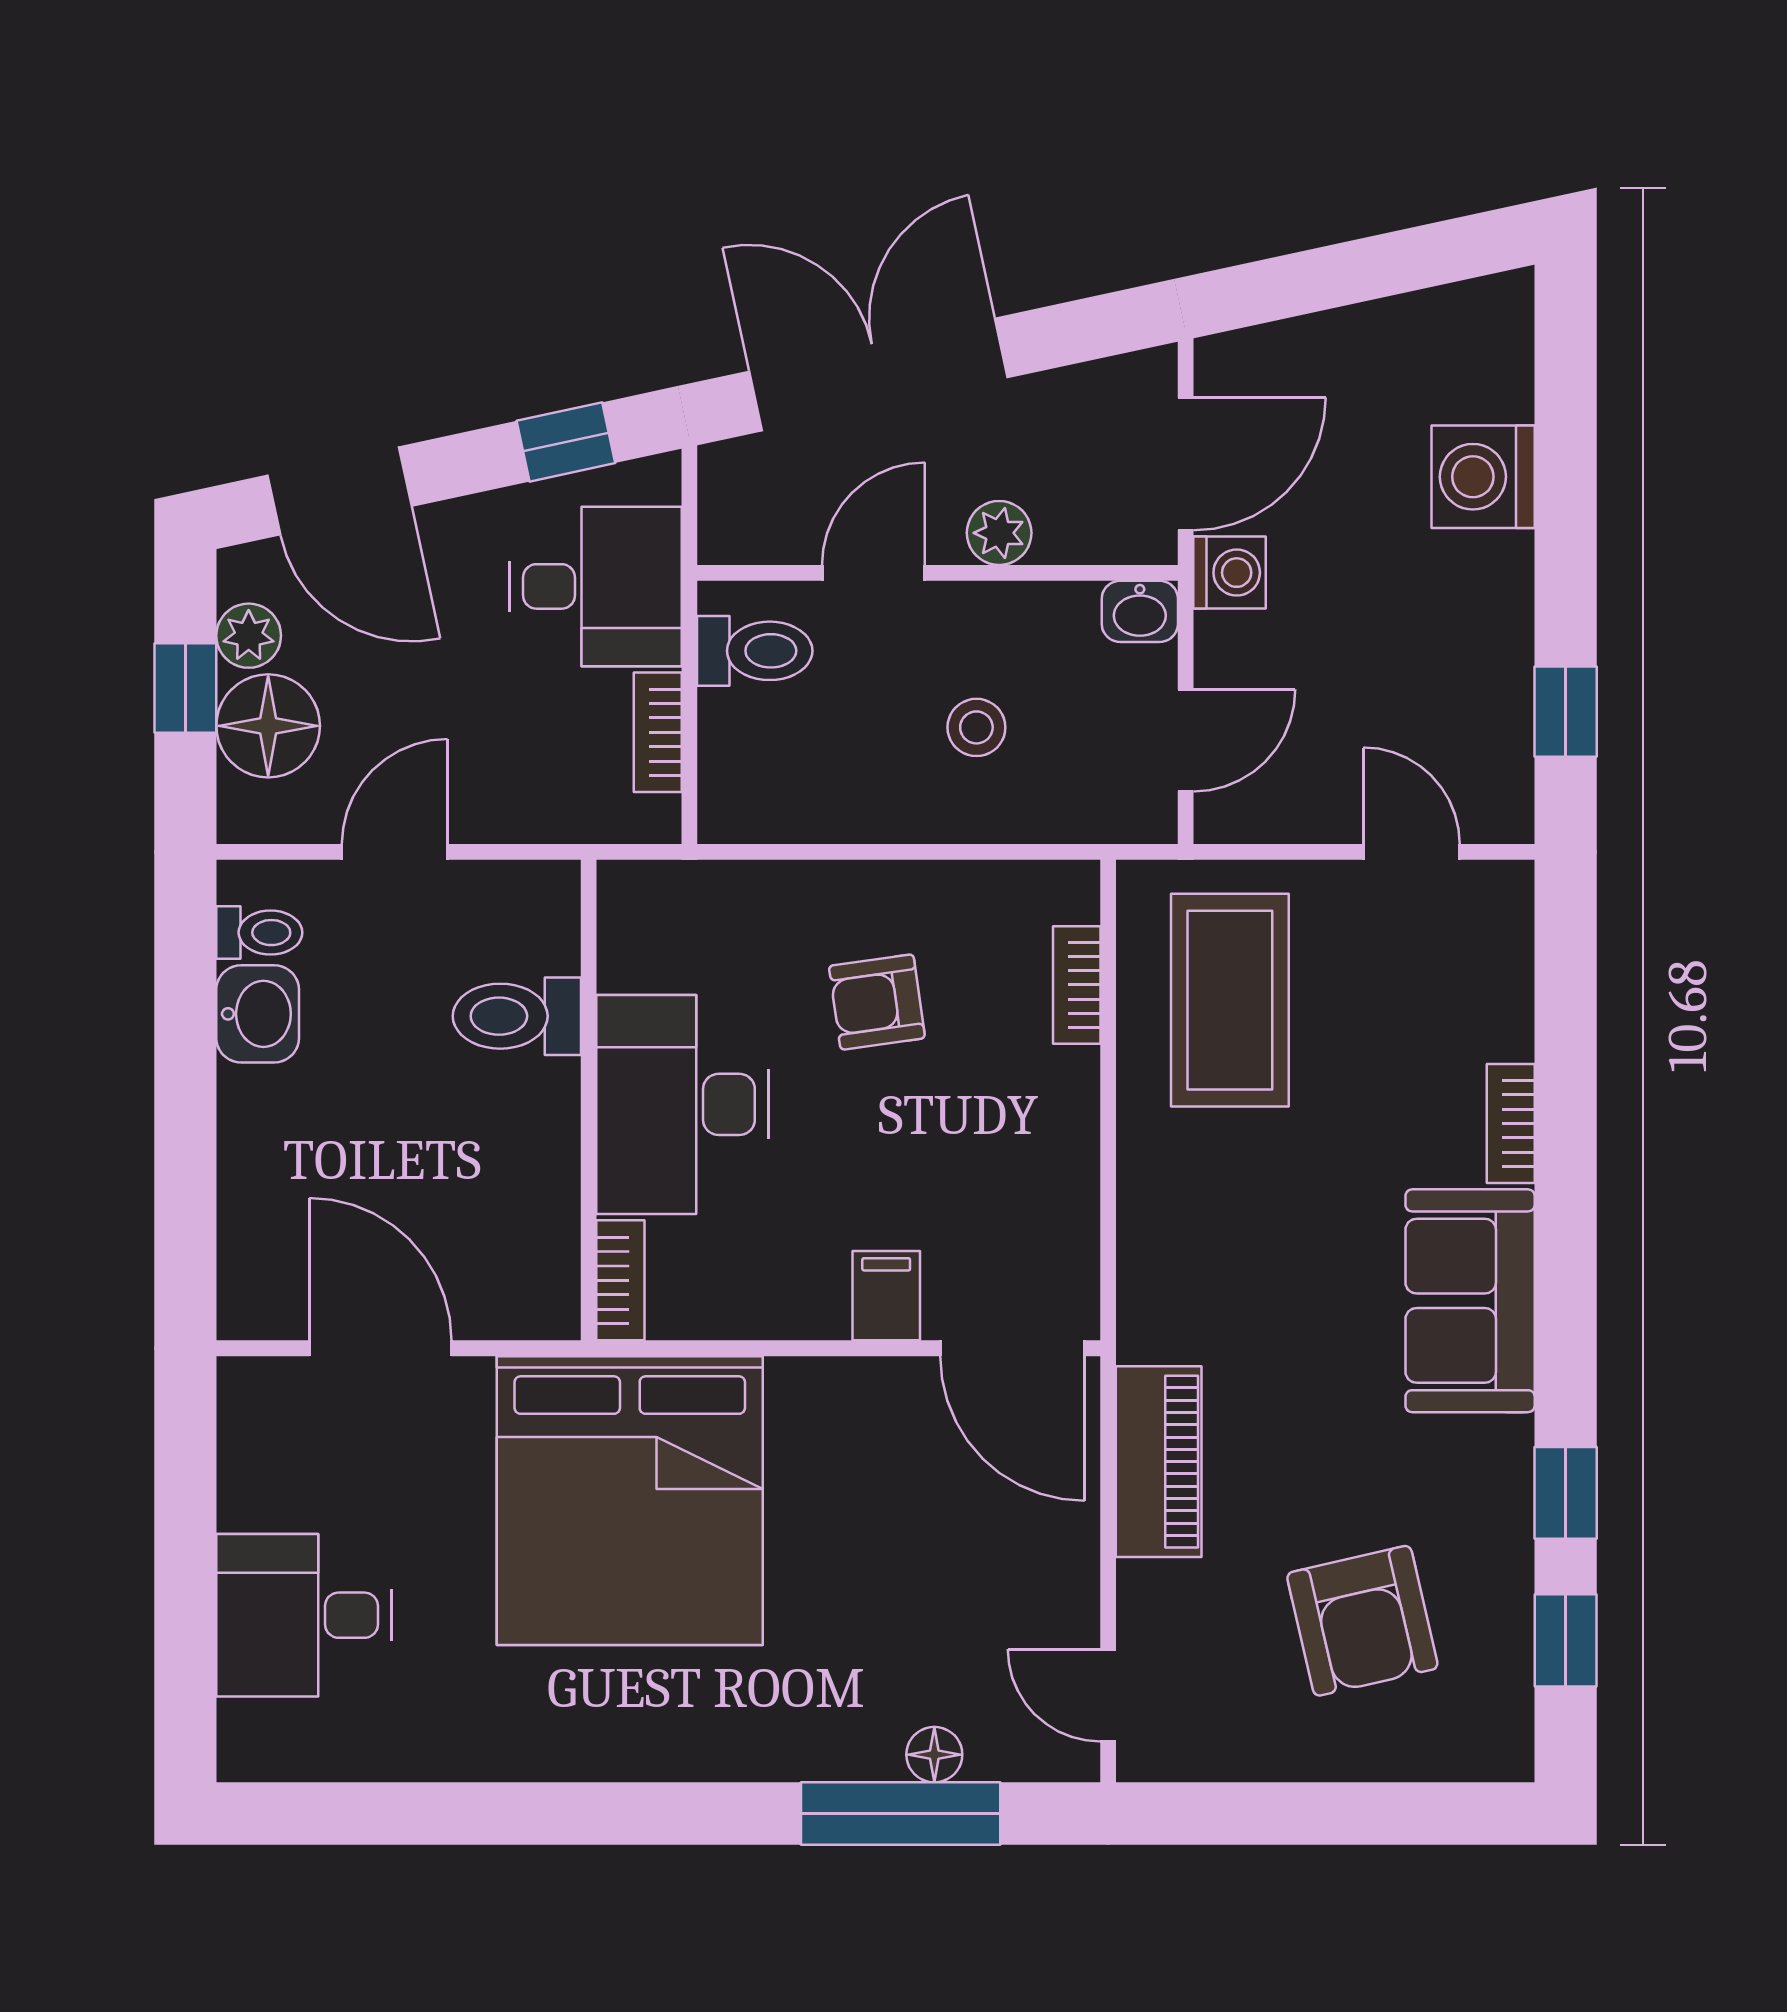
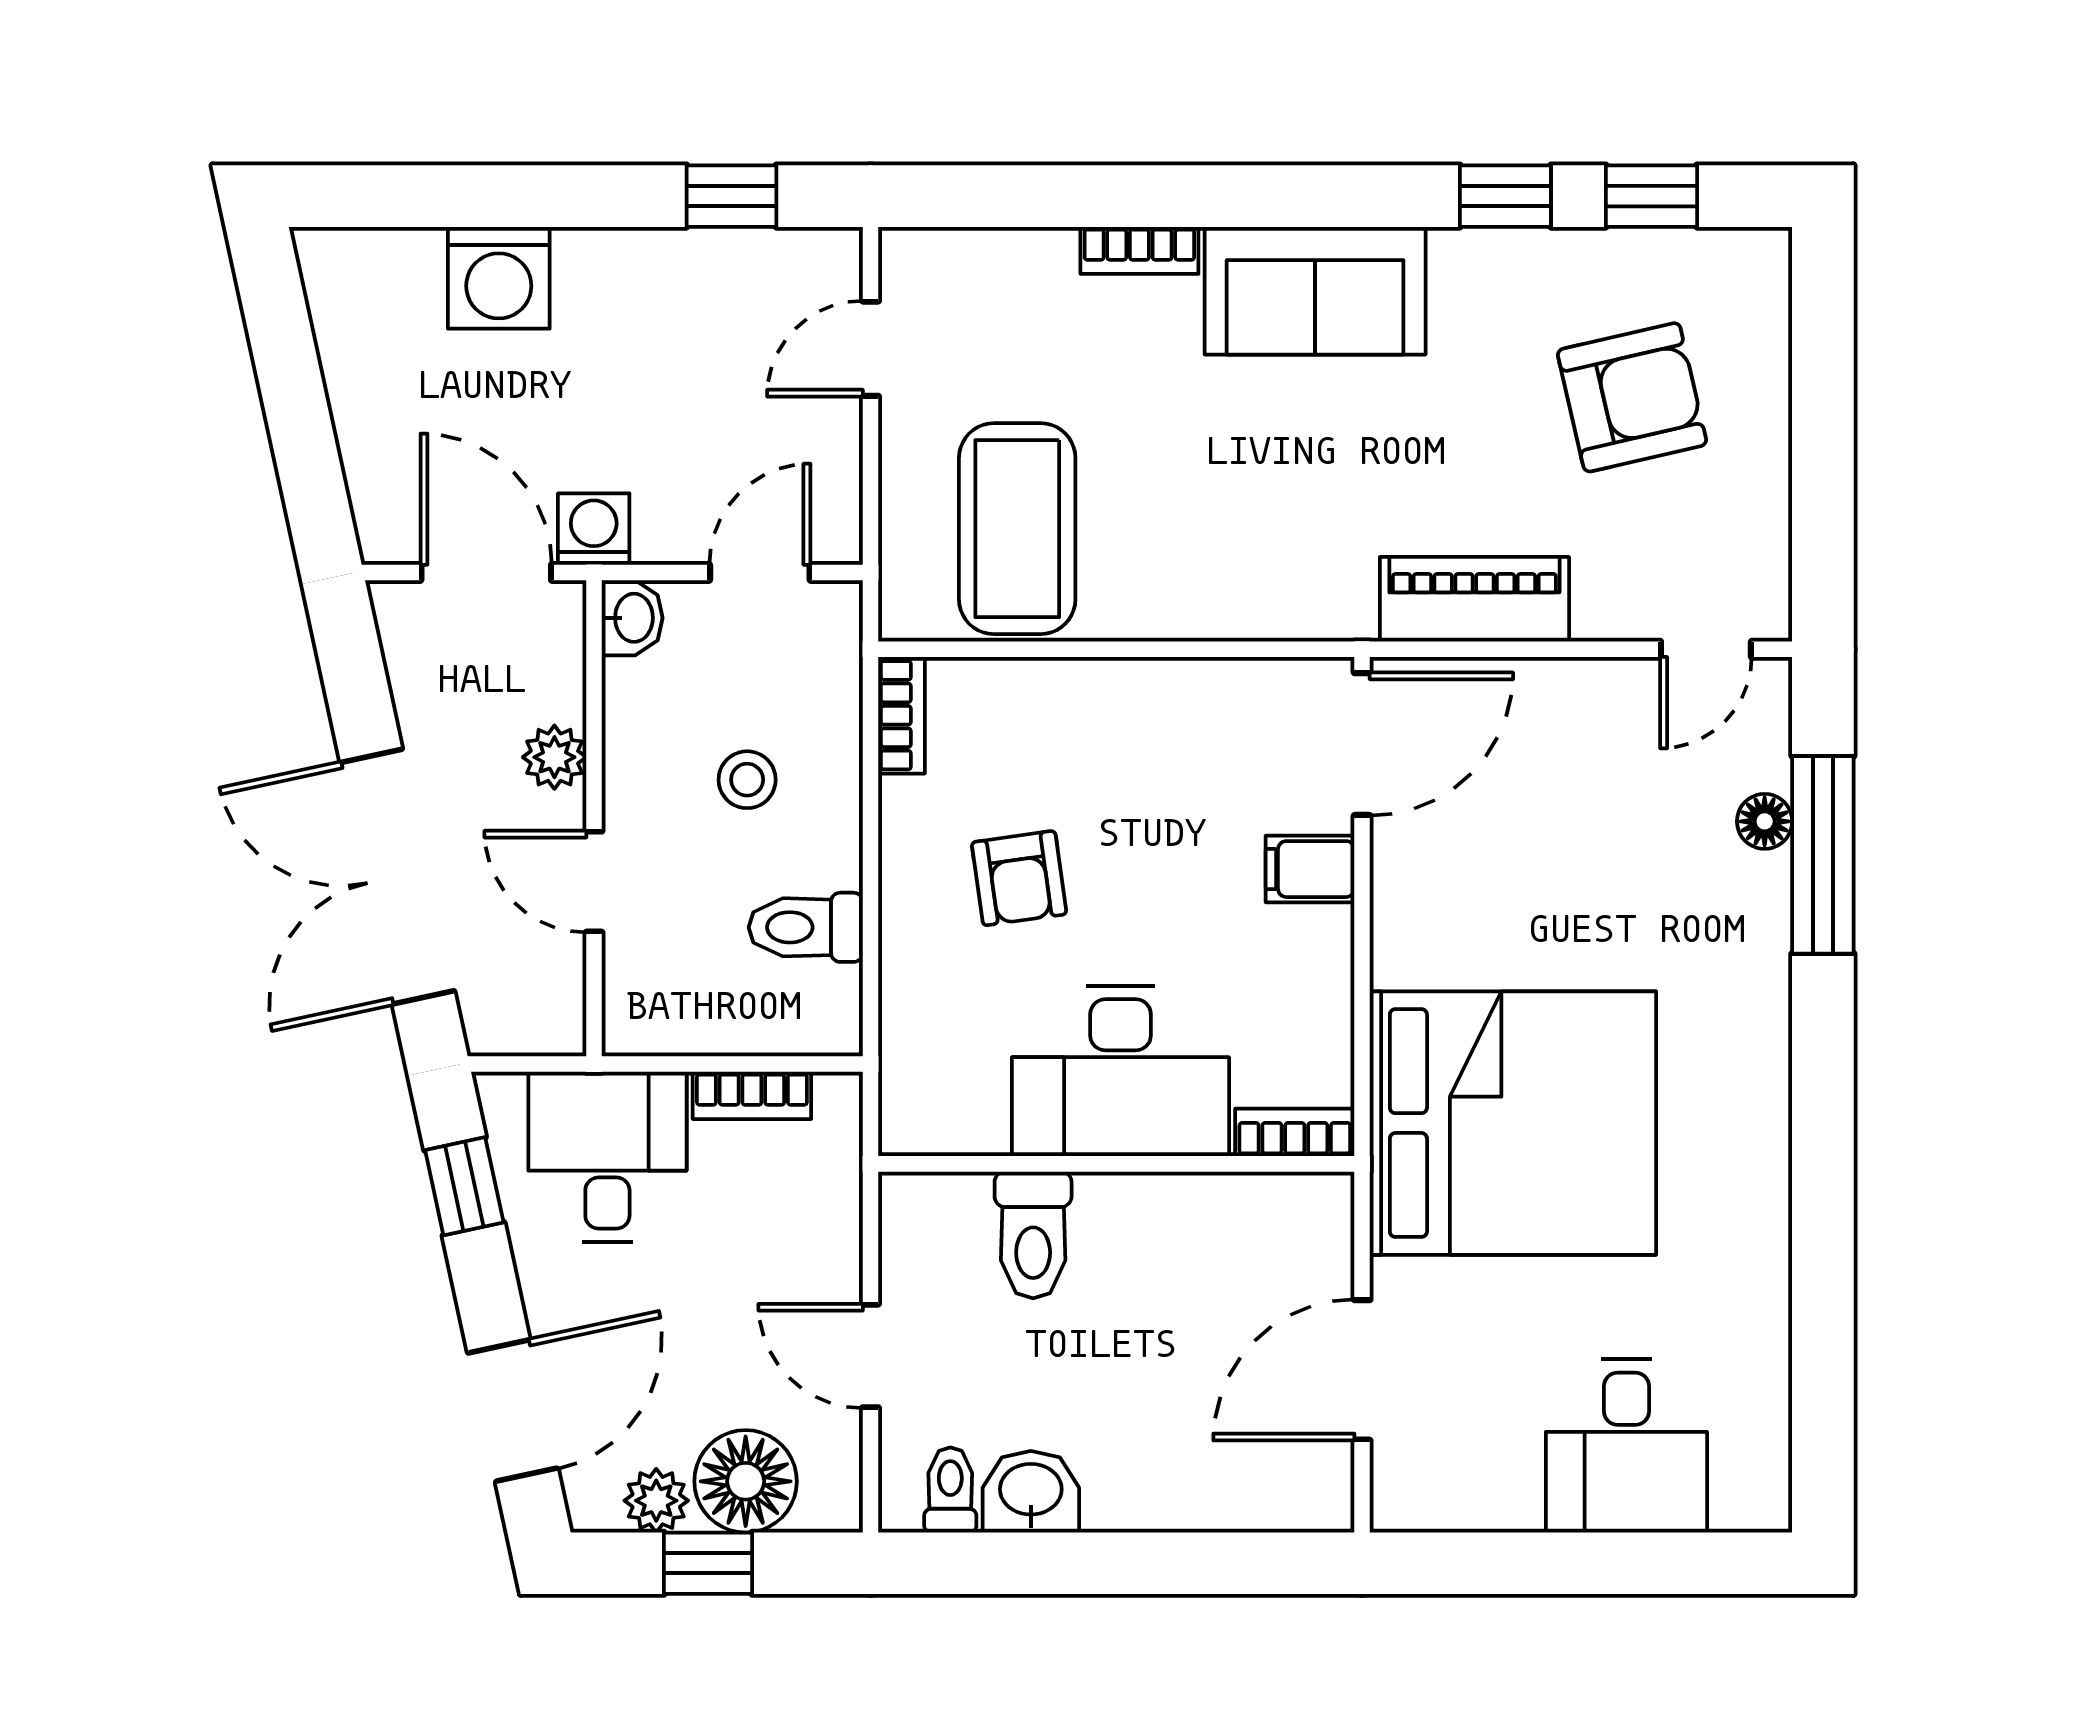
toilet: (755, 651) -> (806, 927), moved, turned -90
door: (1186, 740) -> (760, 572), hinge flipped
bookcase: (1077, 985) -> (902, 715), moved, turned -90
coffee table: (1230, 1000) -> (1017, 529), turned 90

